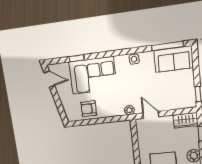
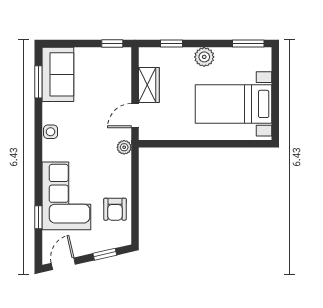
window: (167, 46) -> (38, 82), width x0.69
window: (59, 105) -> (105, 254), added
wardrobe: (186, 120) -> (149, 85), moved

